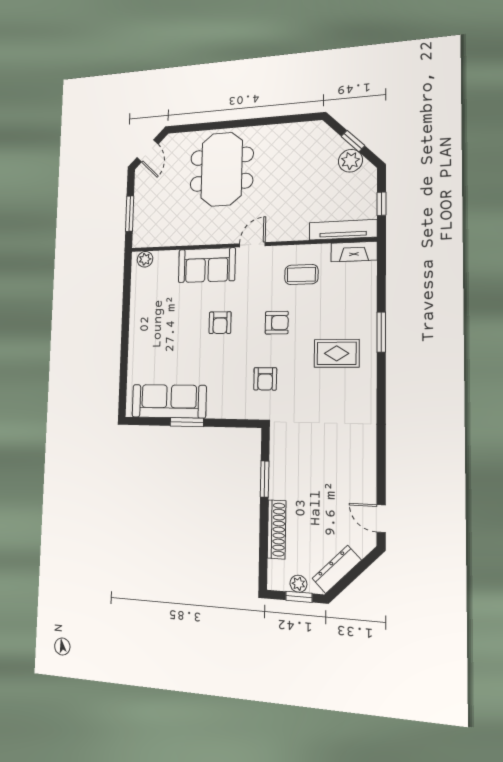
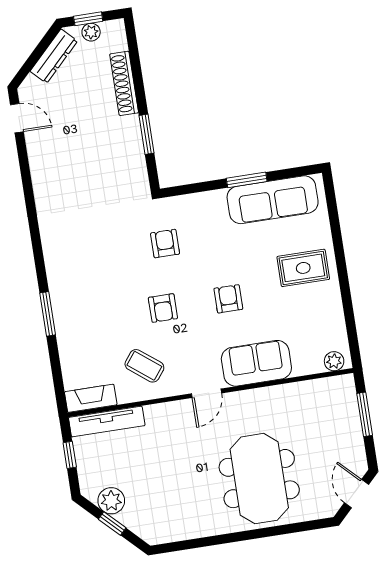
coffee table: (301, 275) -> (144, 366), turned 38
armchair: (277, 323) -> (163, 308), turned -90
rug: (337, 353) -> (303, 268), moved

